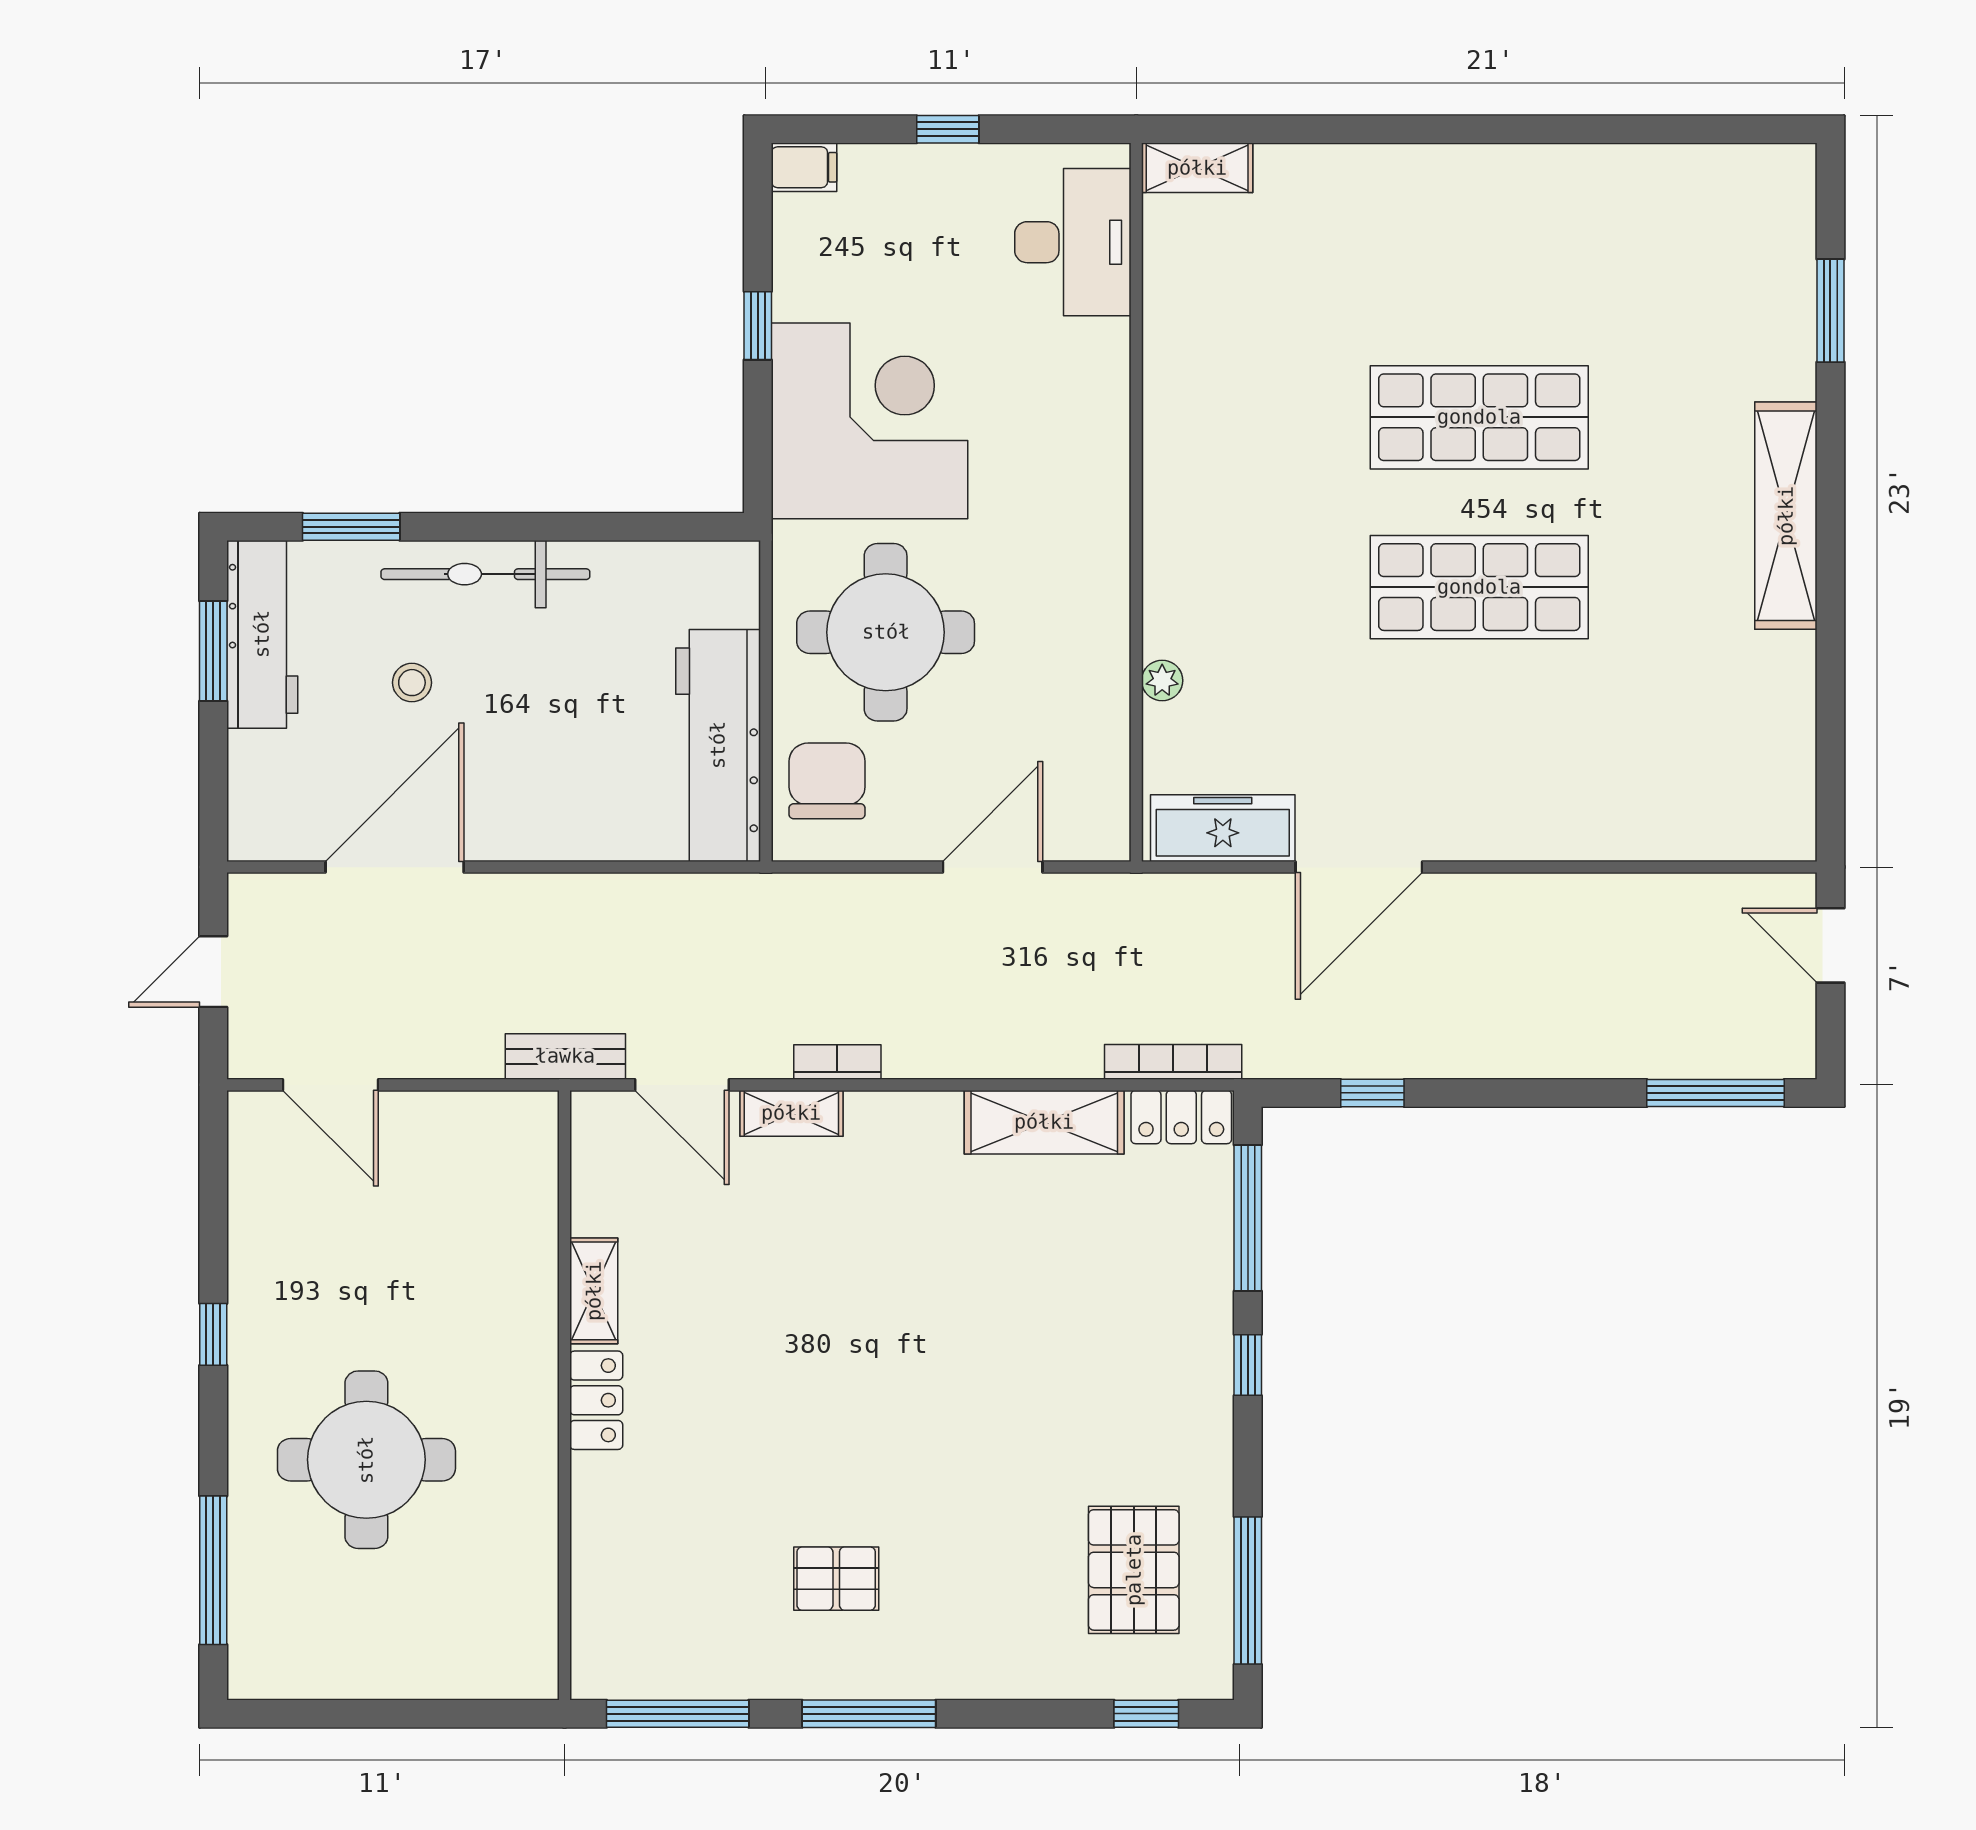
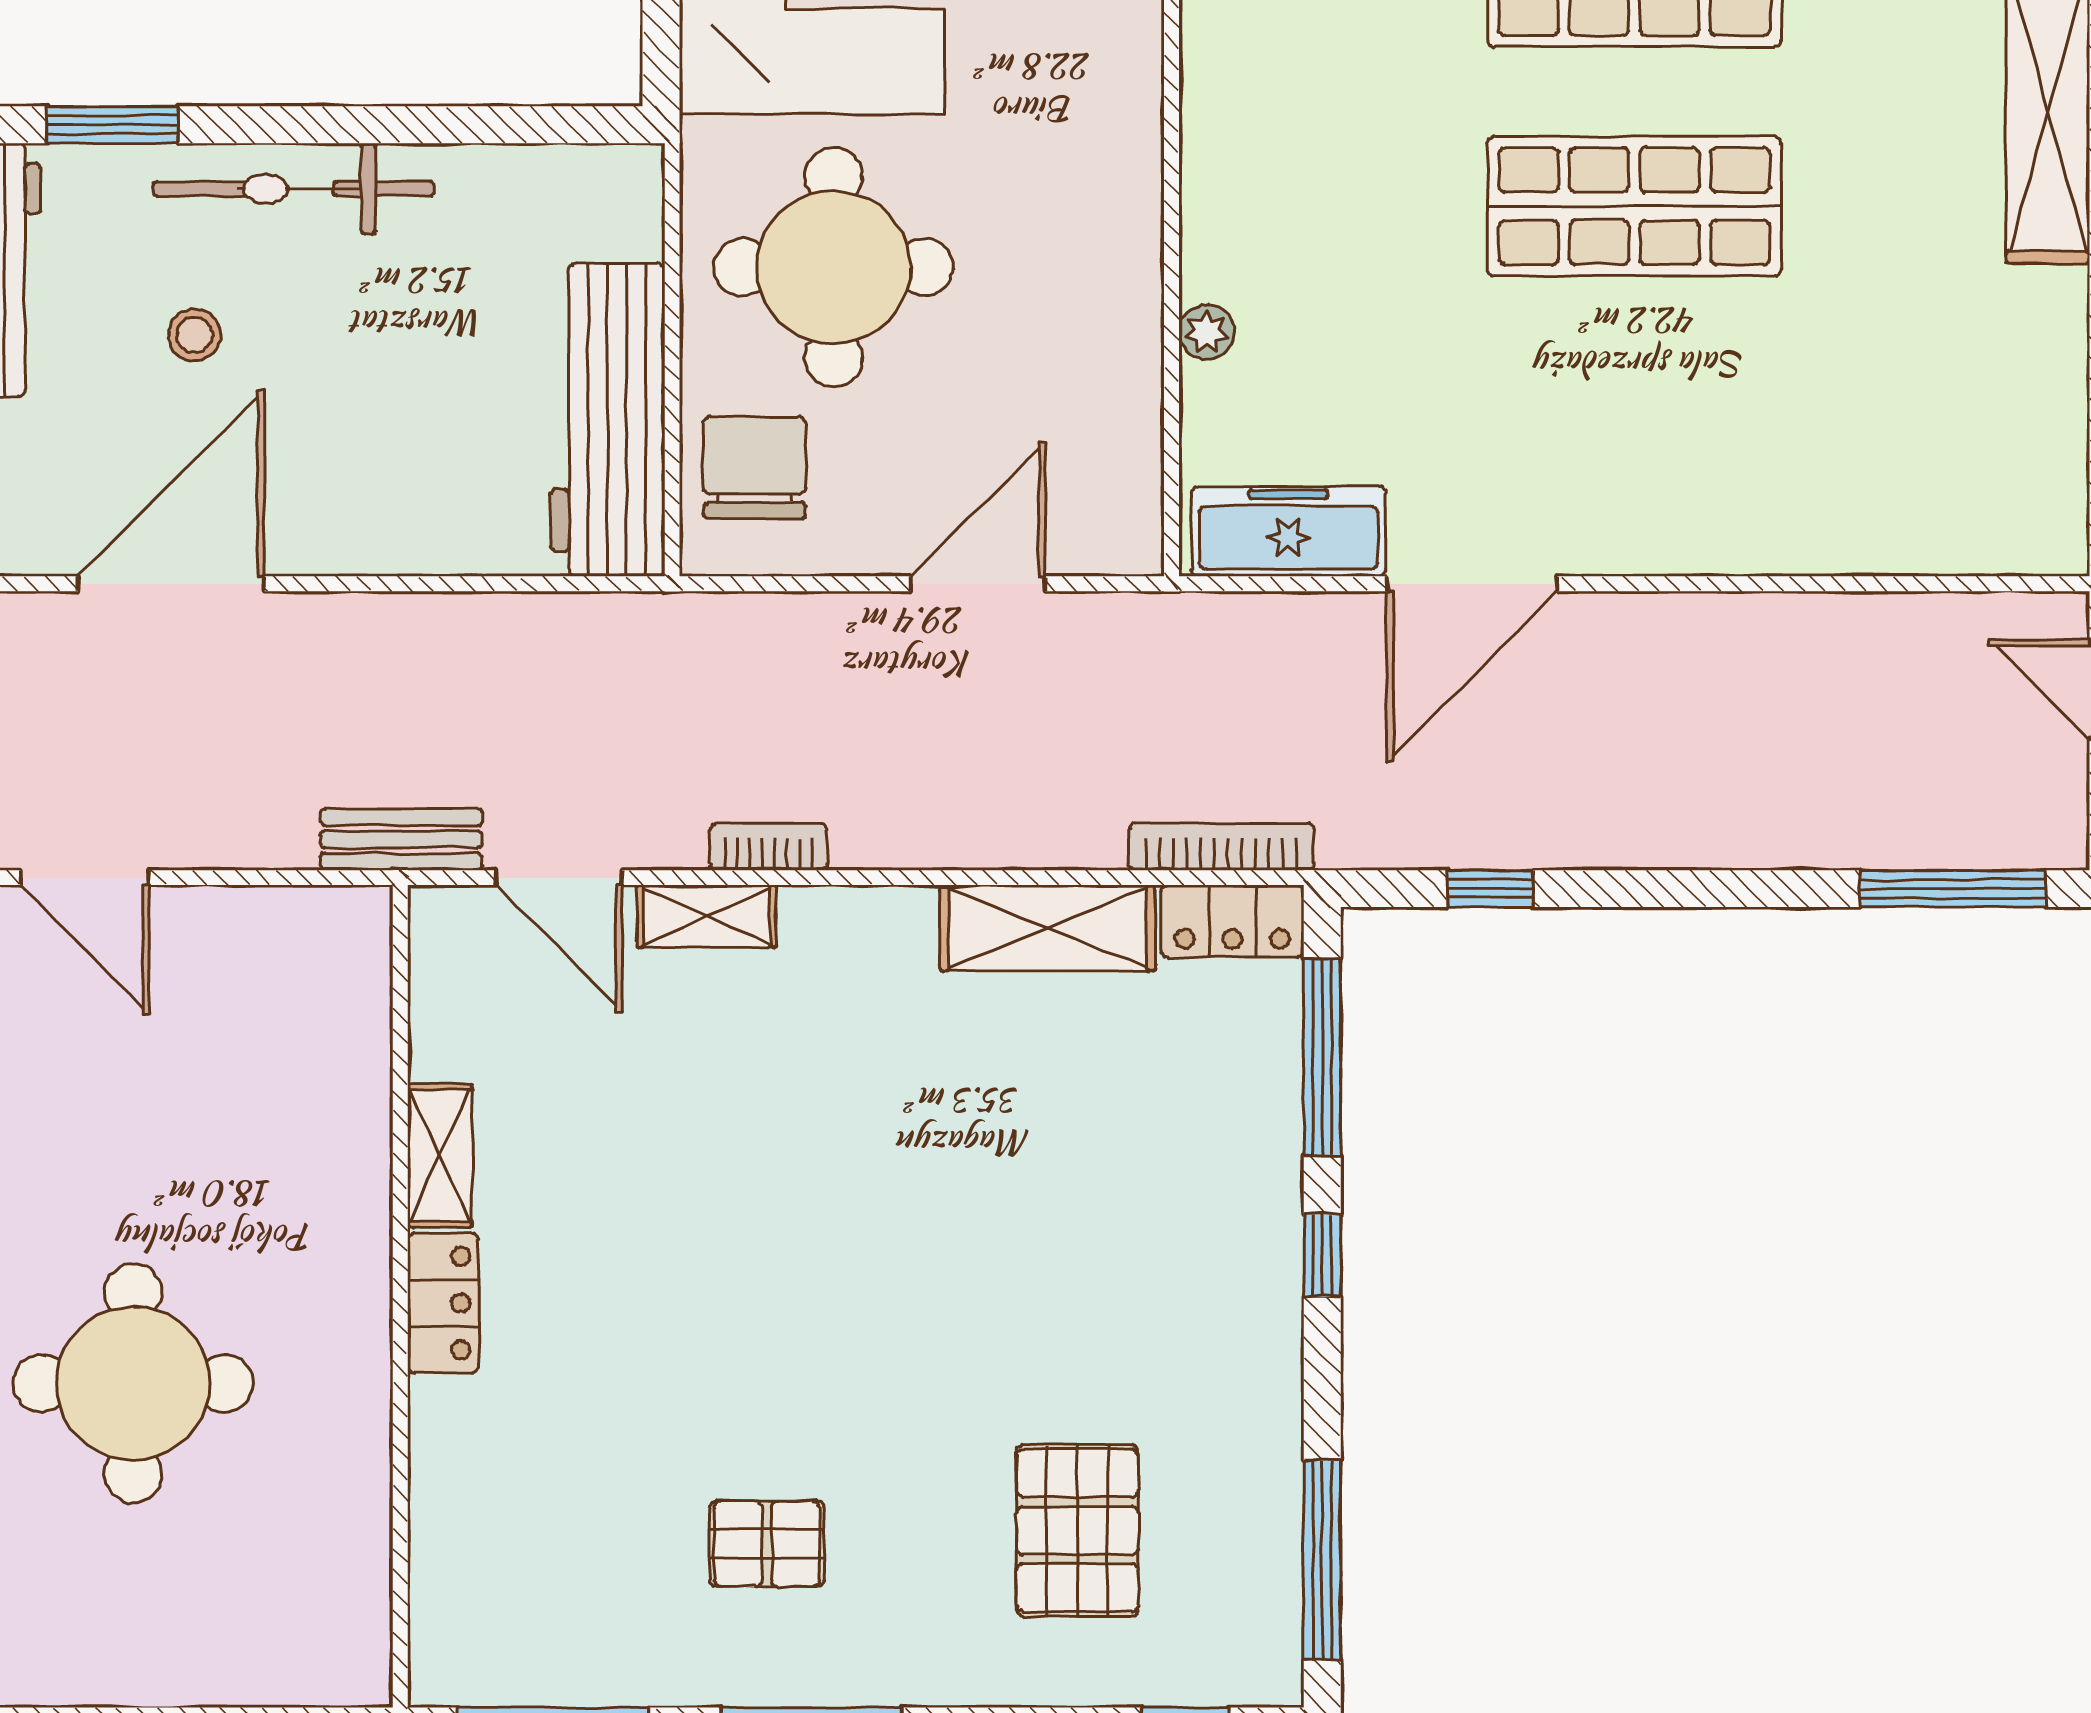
pallet: (1134, 1570) -> (1077, 1530), moved

